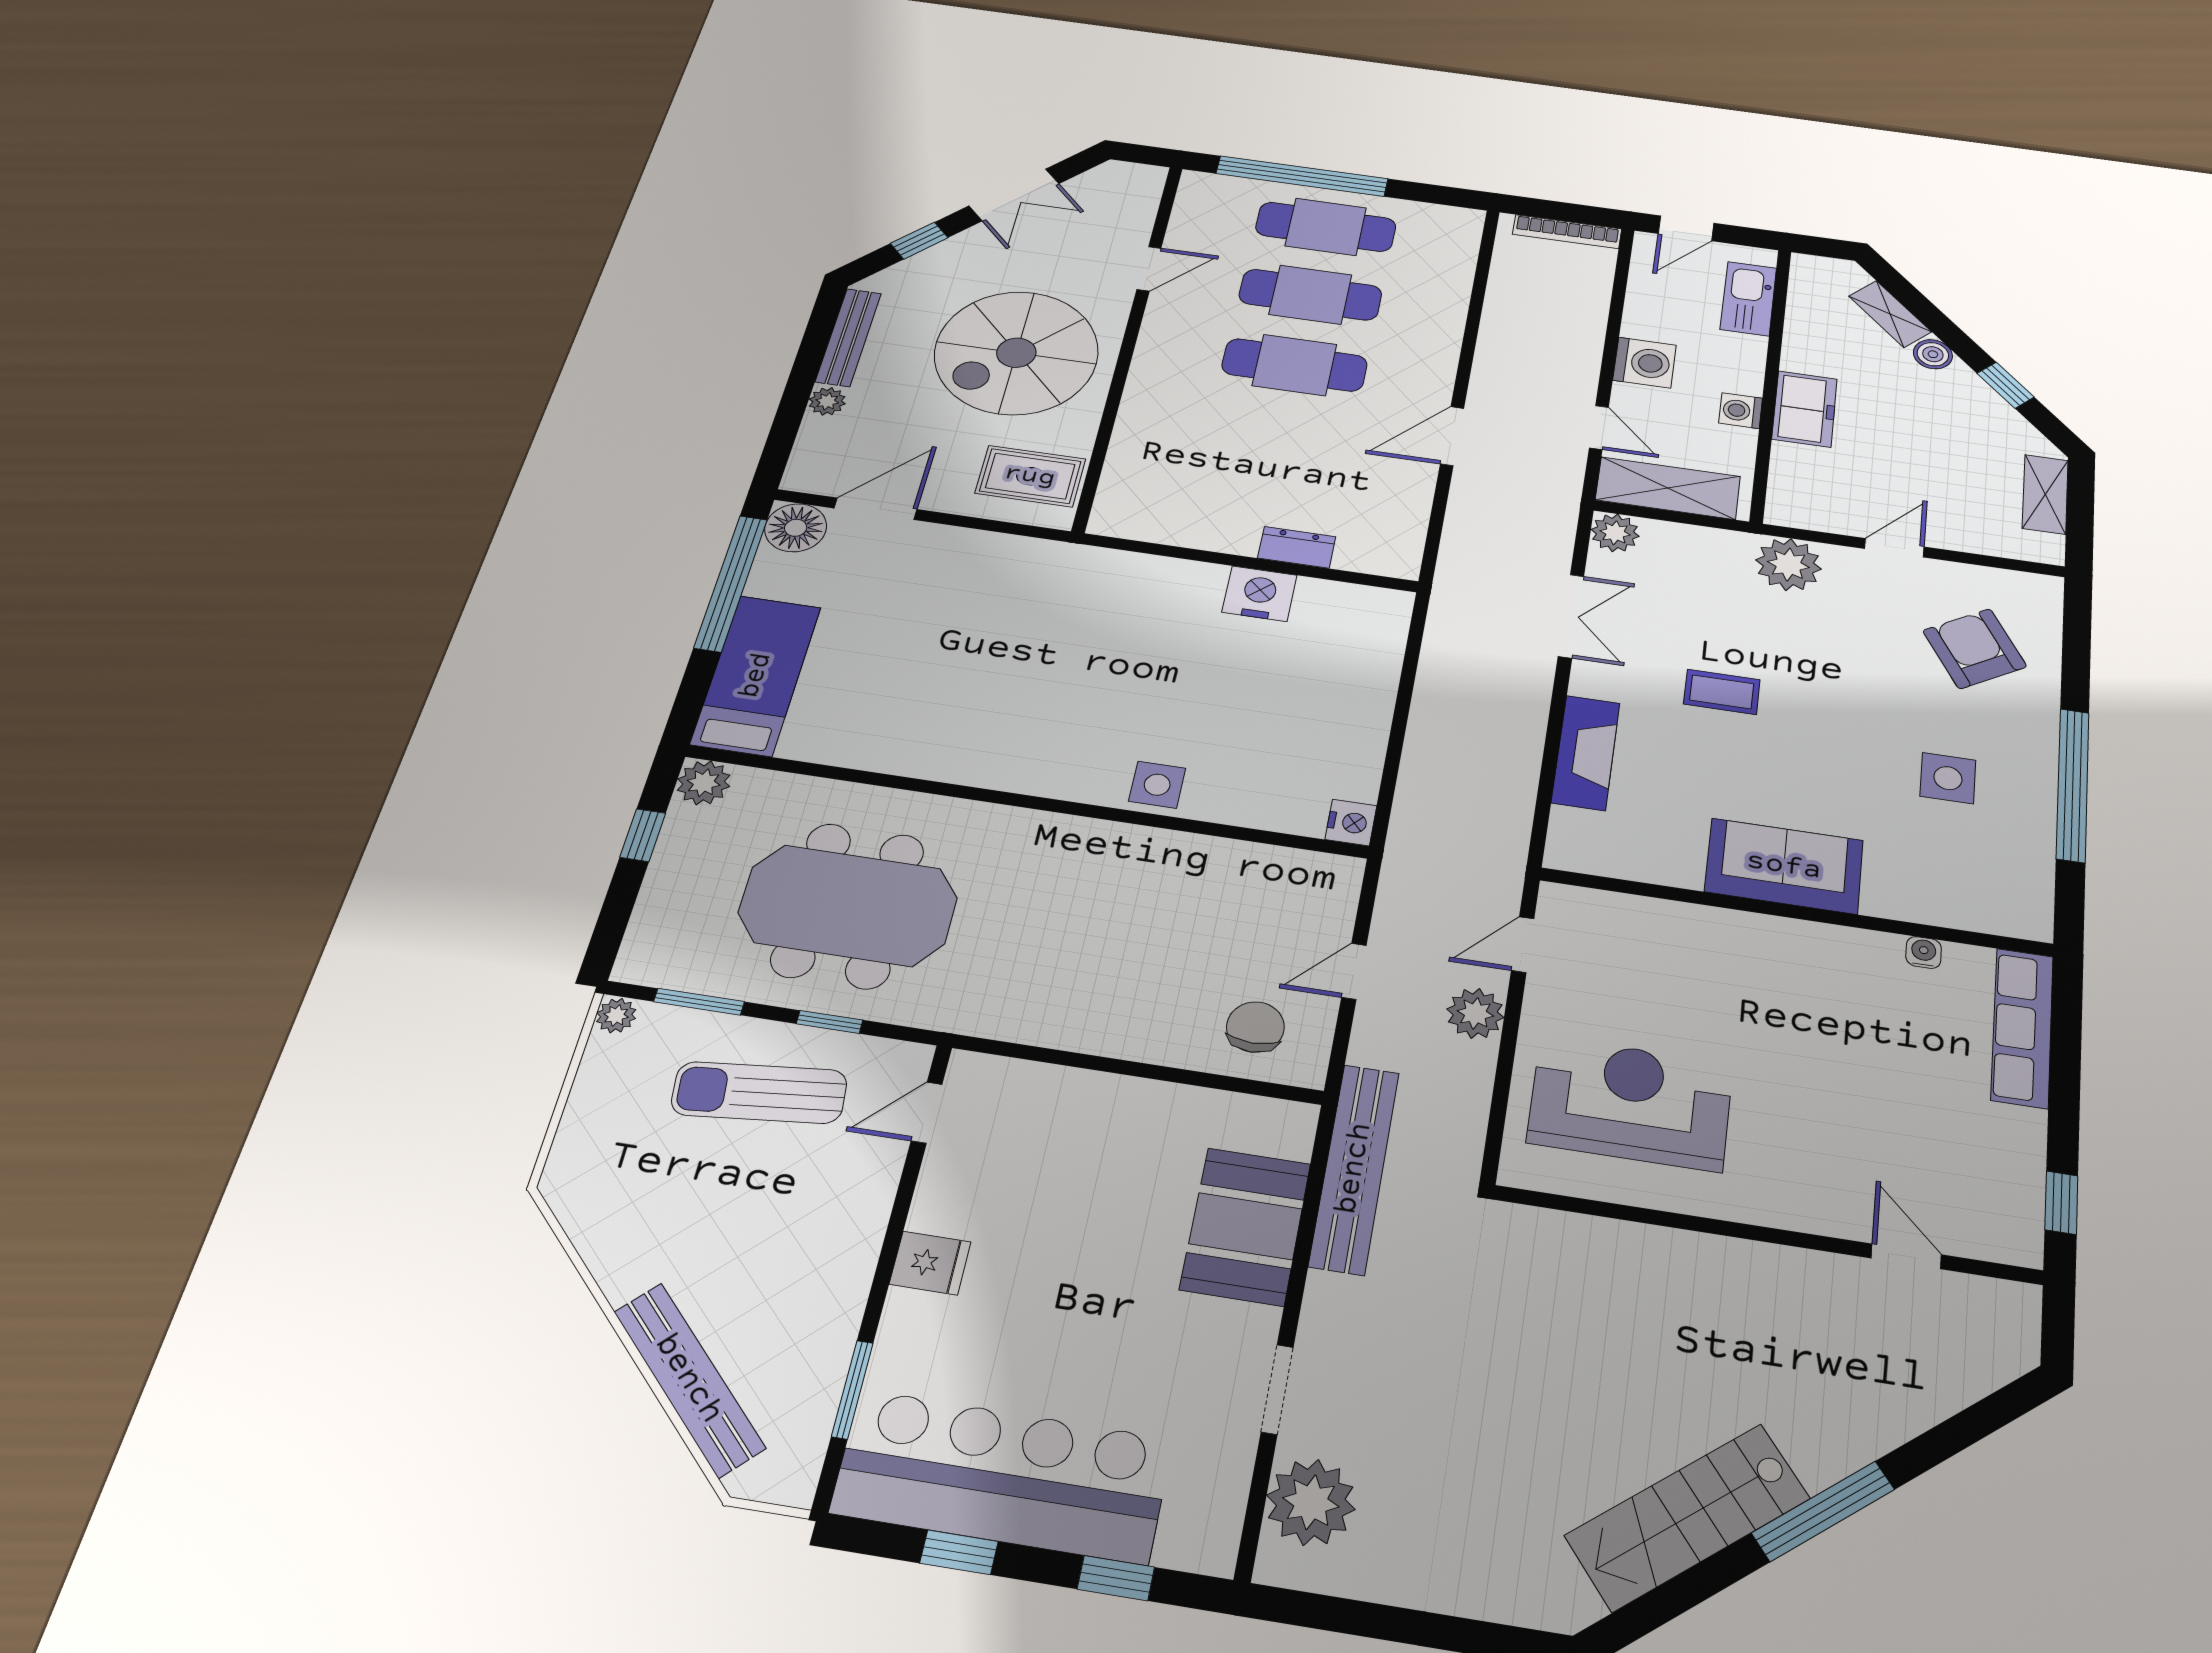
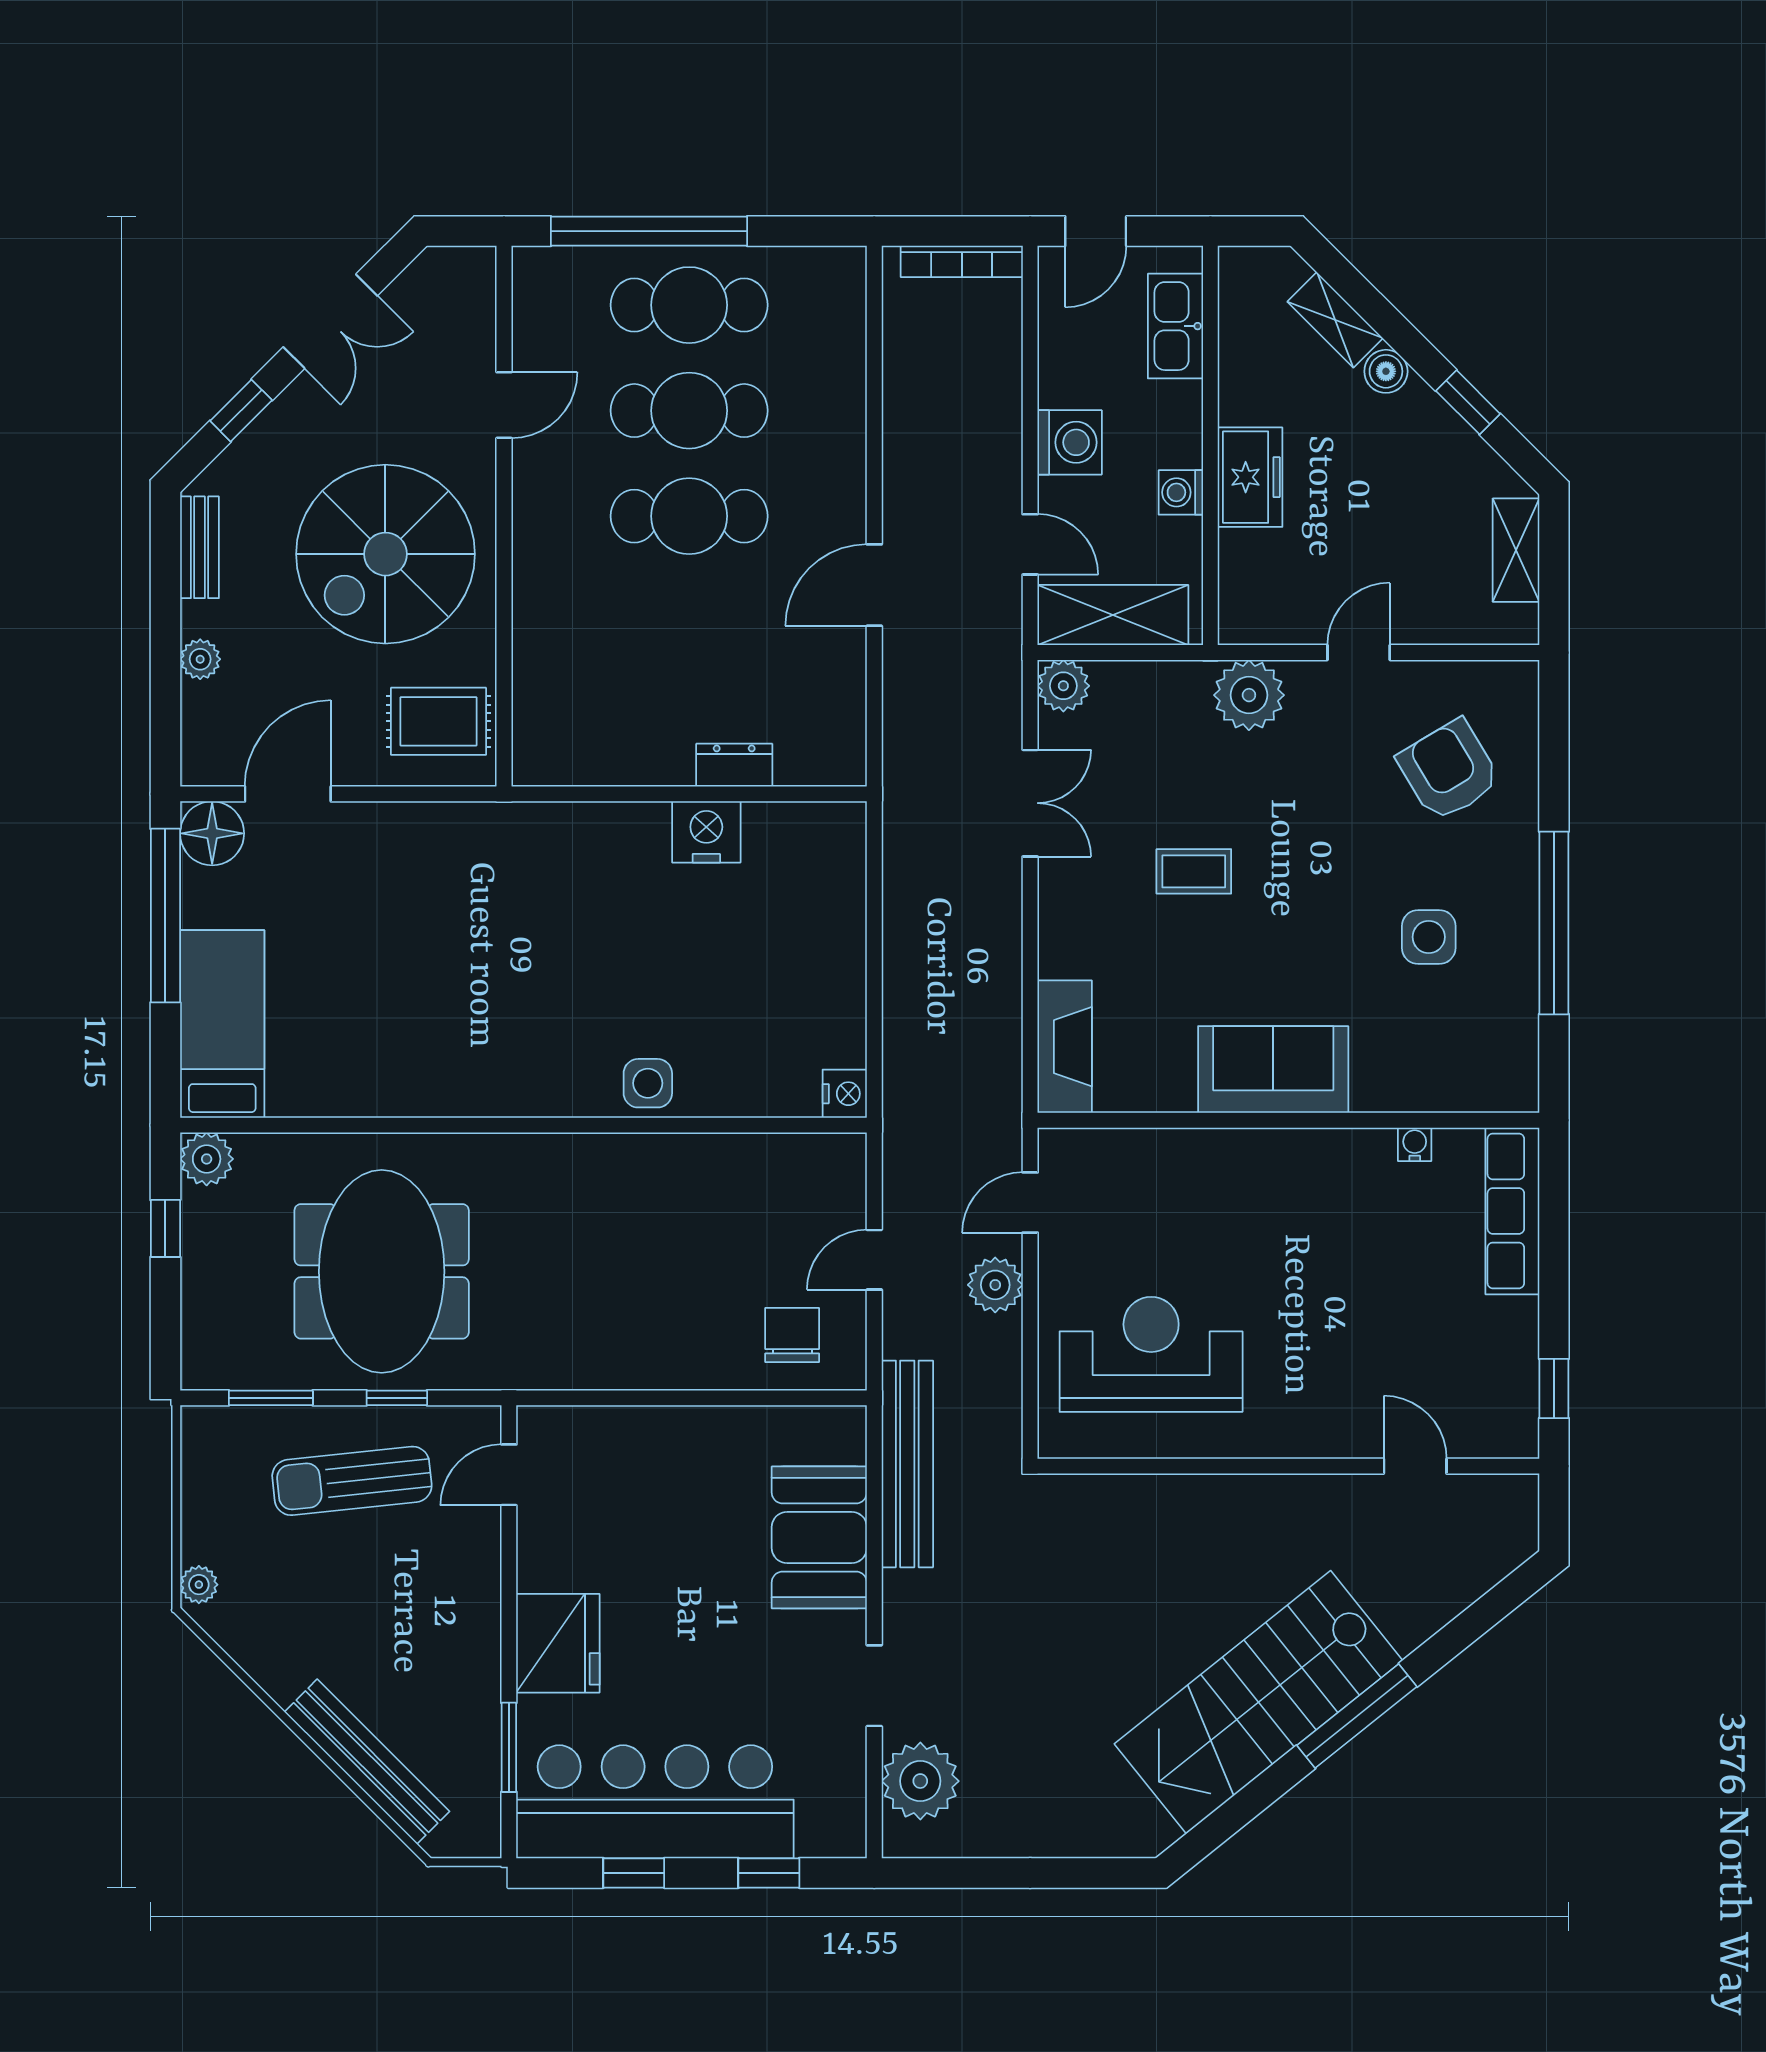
bench: (848, 337) -> (199, 547), width x0.73
fireplace: (1586, 753) -> (1065, 1047), moved
meeting table: (848, 905) -> (382, 1271), turned 90
plant: (616, 1016) -> (199, 1585), moved
fridge: (930, 1263) -> (558, 1643), width x1.88, depth x1.34
stairs: (1688, 1517) -> (1258, 1702), width x1.36, depth x1.51

